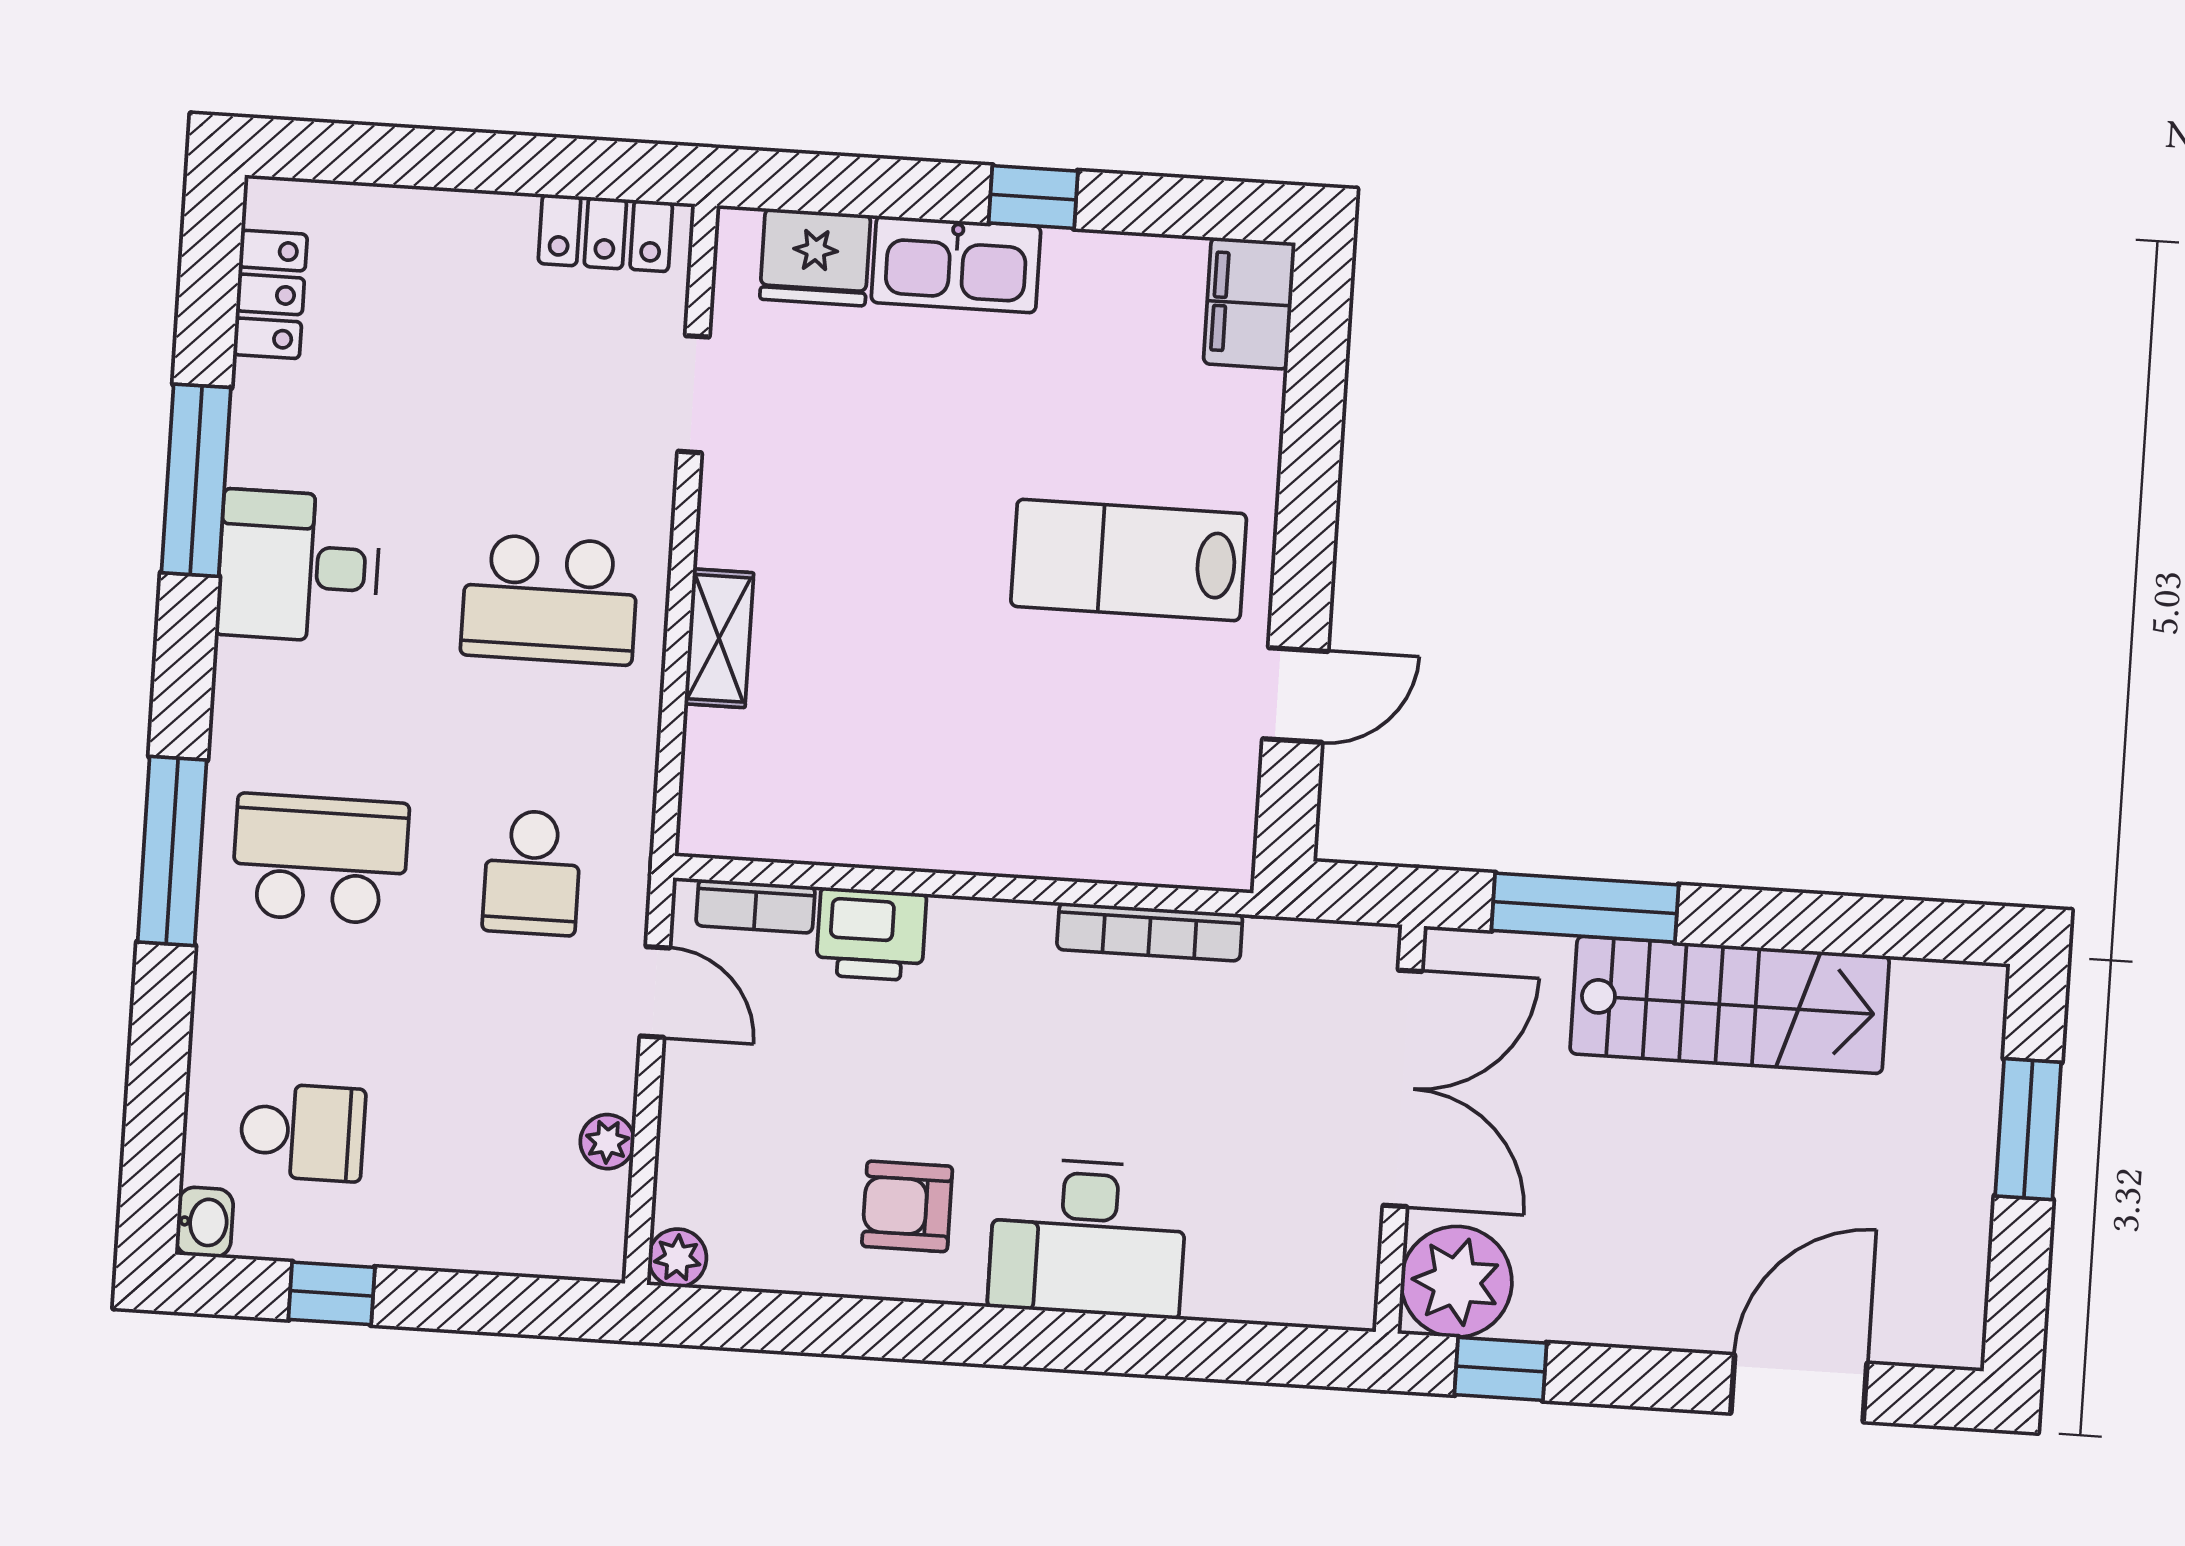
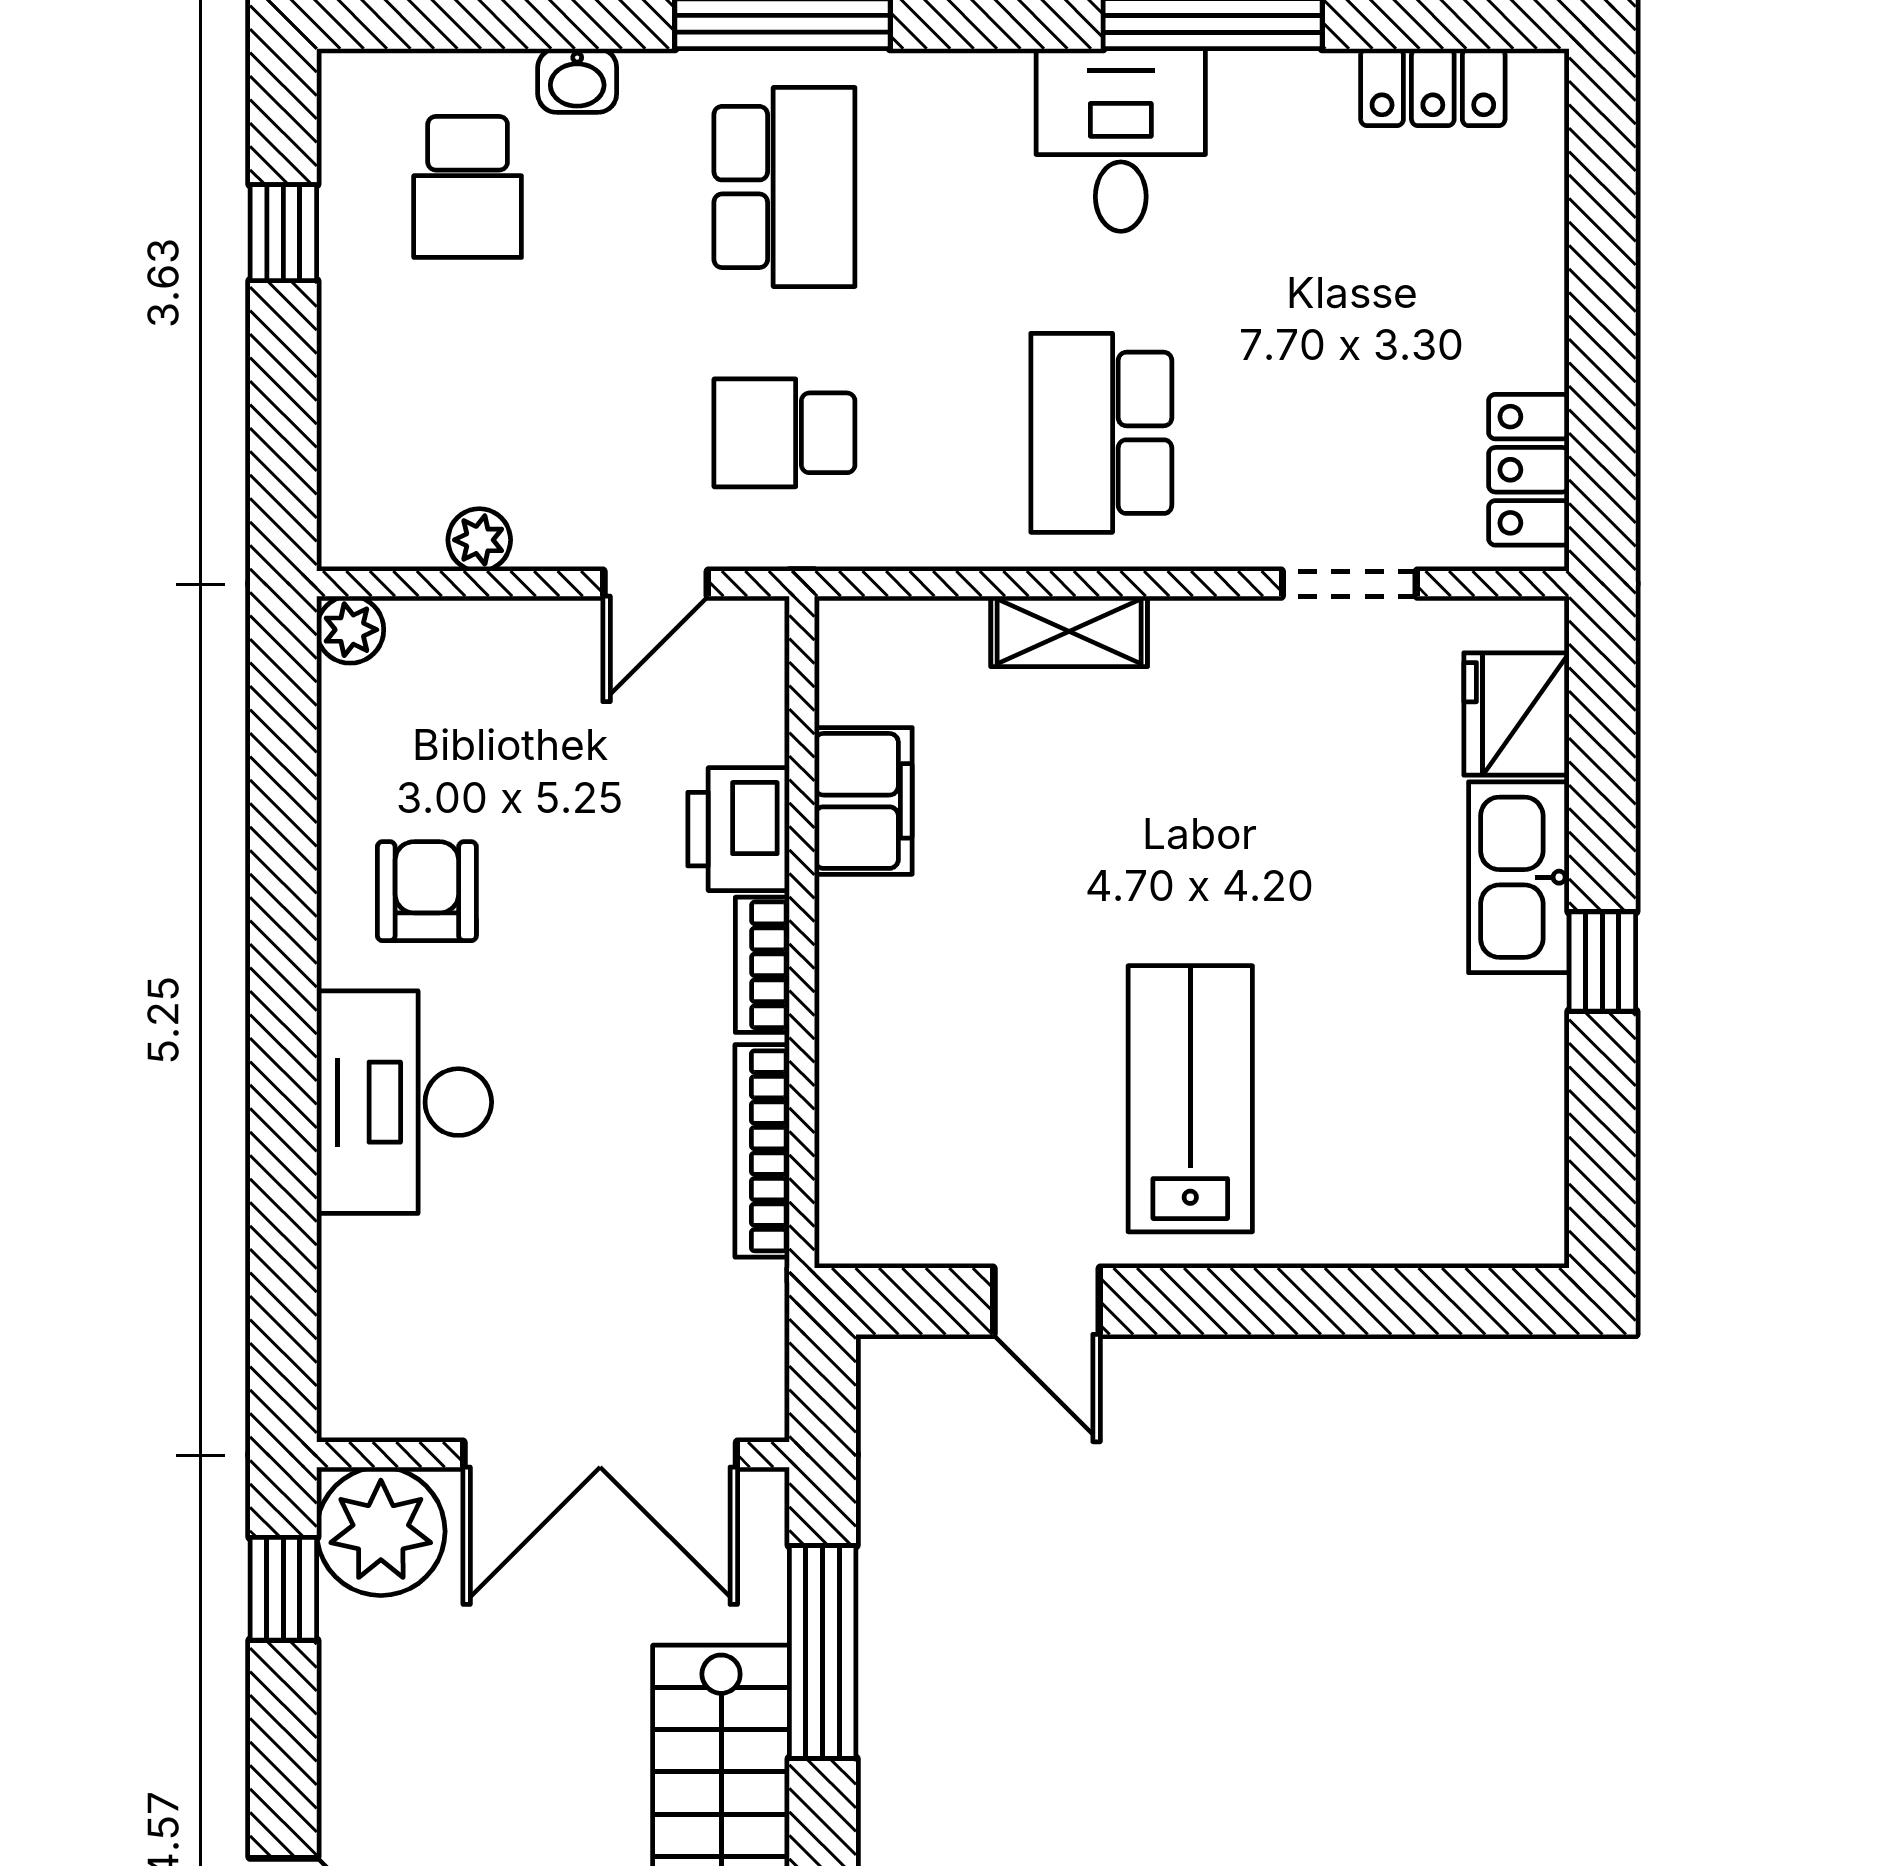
filing cabinet: (1249, 303) -> (863, 801), moved, turned 90
bookcase: (755, 906) -> (762, 965), moved
washbasin: (204, 1222) -> (577, 81), moved

